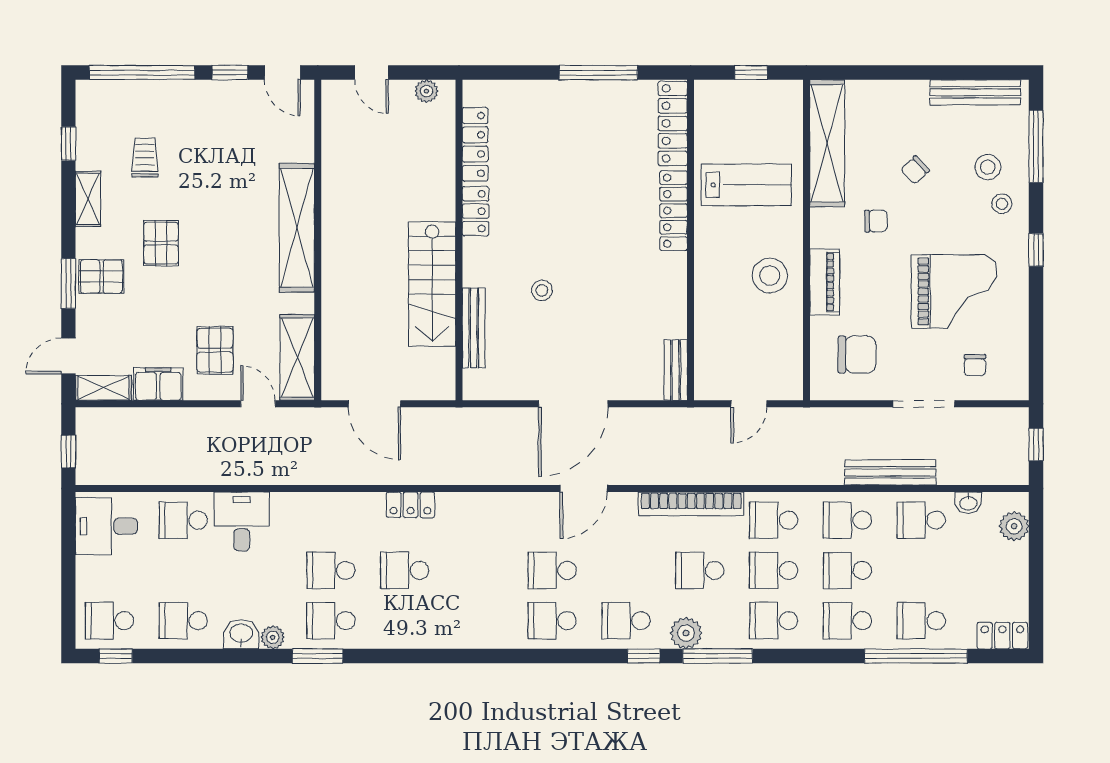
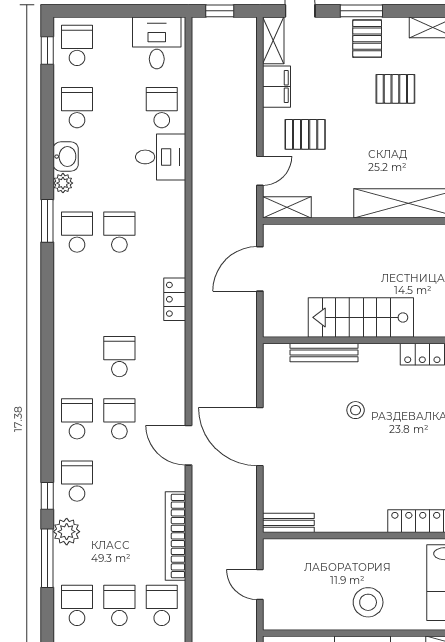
shelving: (297, 357) -> (287, 207), width x0.67, depth x0.75
school desk: (405, 570) -> (119, 357), moved
school desk: (700, 570) -> (119, 543), removed

